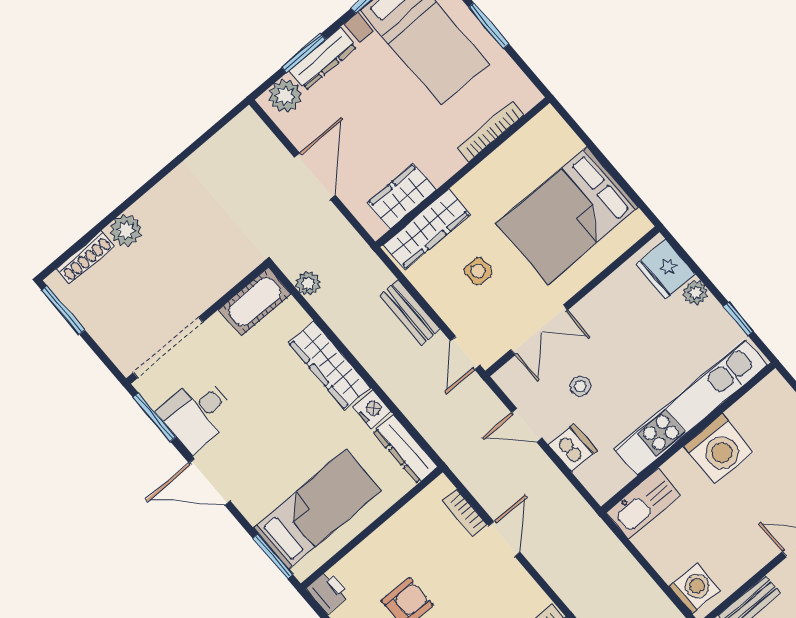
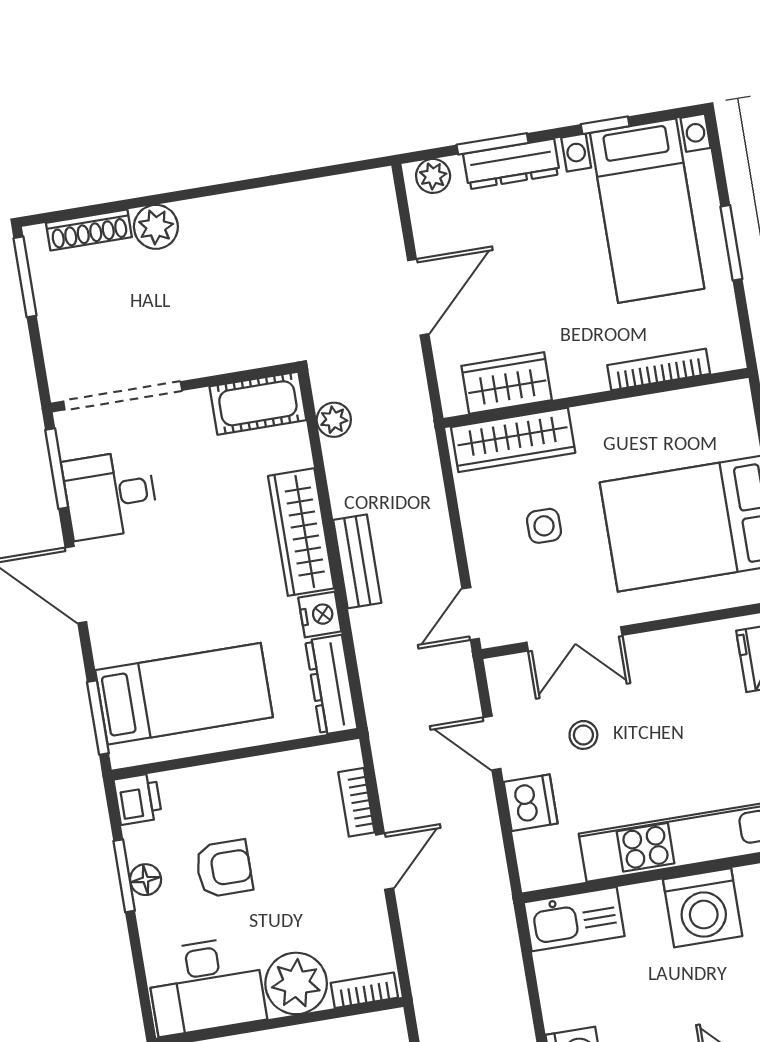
plant: (285, 96) -> (433, 176), width x0.73, depth x0.73
bench: (410, 312) -> (357, 561), moved

